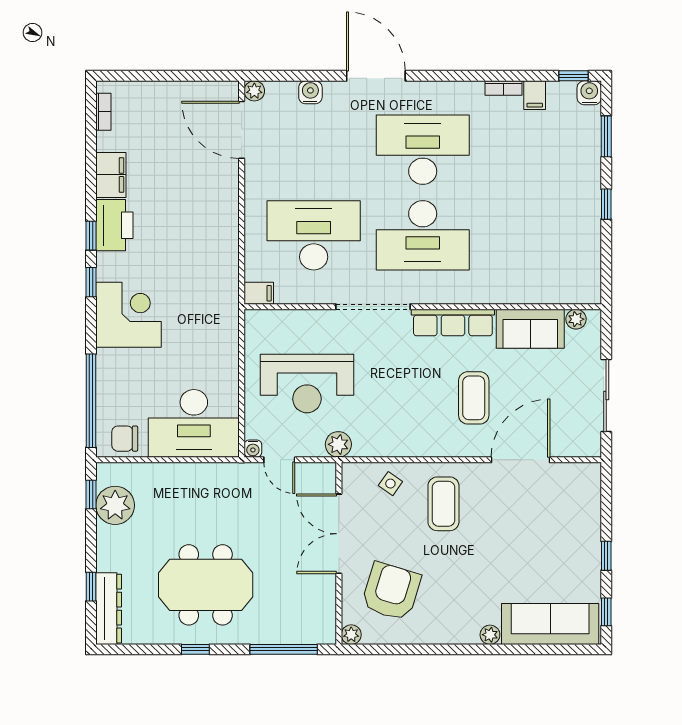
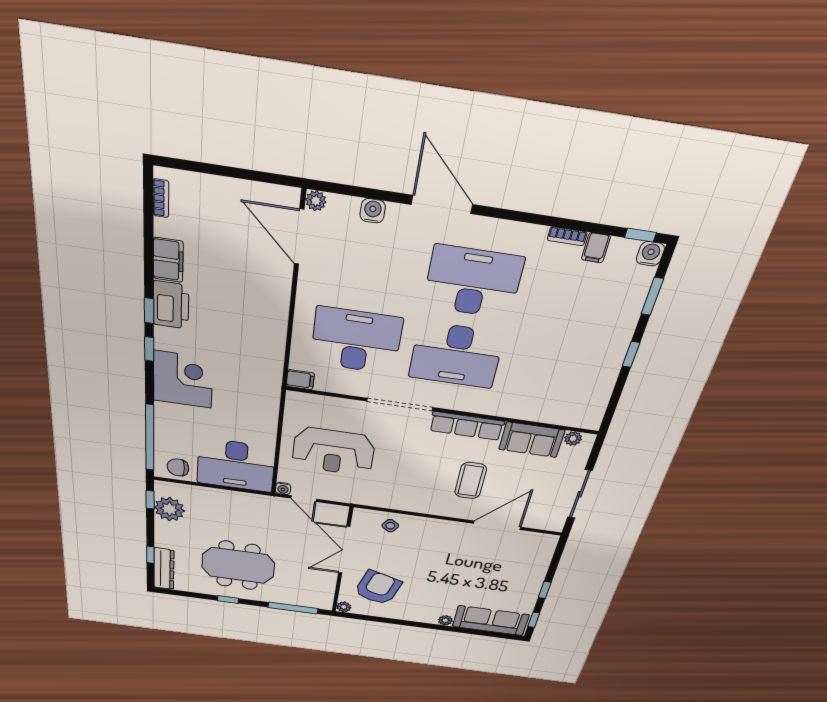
plant: (338, 444) -> (353, 495), removed
coffee table: (443, 504) -> (429, 543), removed

